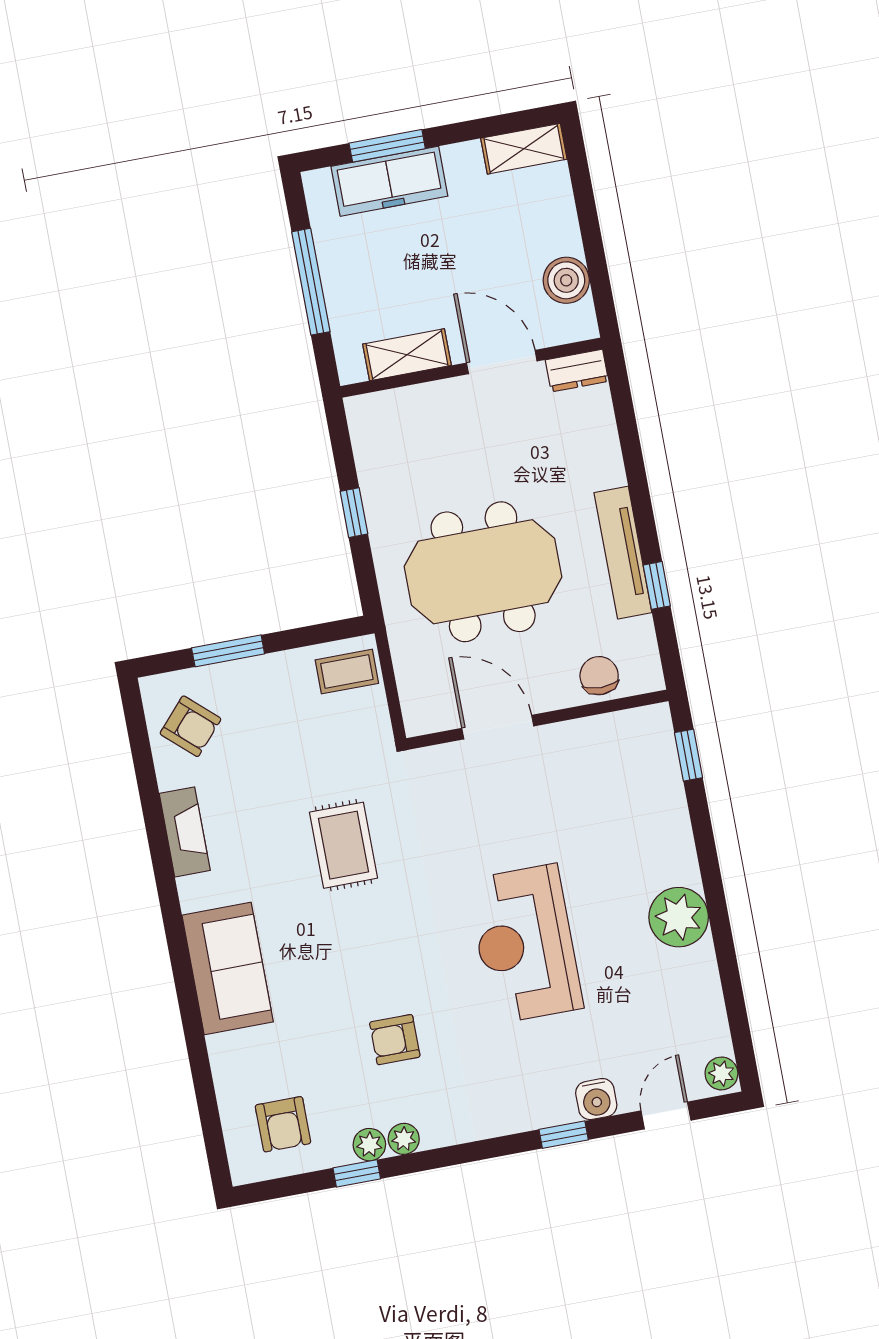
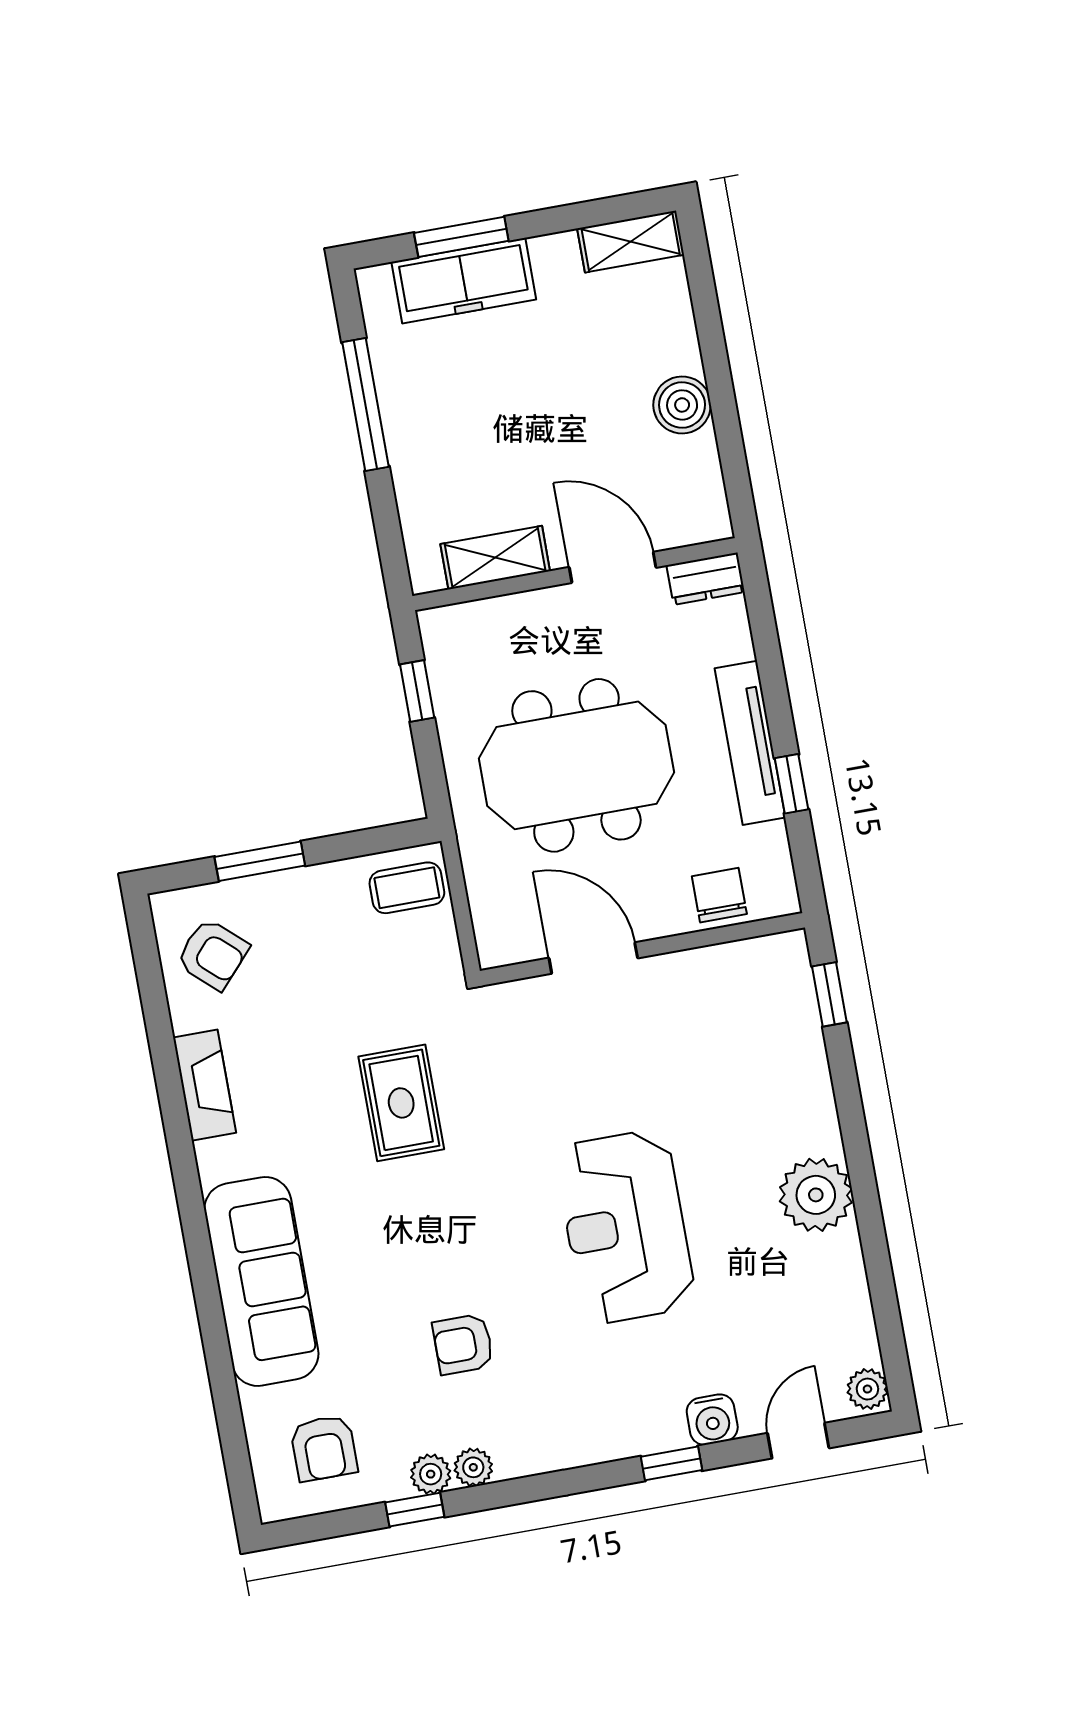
shelving: (407, 355) -> (495, 558), moved
door: (502, 362) -> (613, 567), moved
wall: (471, 368) -> (575, 574), moved
dresser: (577, 371) -> (706, 579), moved
sofa: (228, 968) -> (261, 1281), width x1.36

